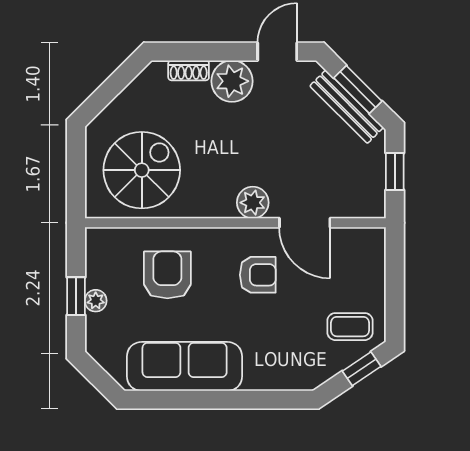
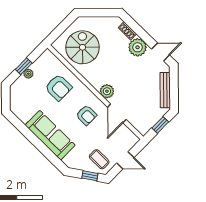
window: (358, 89) -> (174, 88), removed
spiral stairs: (142, 170) -> (82, 47), turned -90
armchair: (167, 275) -> (58, 88), turned 90
door: (395, 286) -> (125, 160), added
sofa: (185, 366) -> (50, 135), moved

